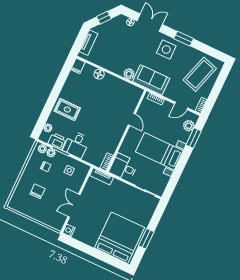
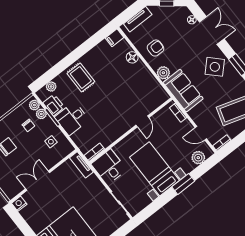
side table: (166, 49) -> (215, 67), turned 45
armchair: (113, 58) -> (156, 48), added
window: (194, 138) -> (183, 184), moved

